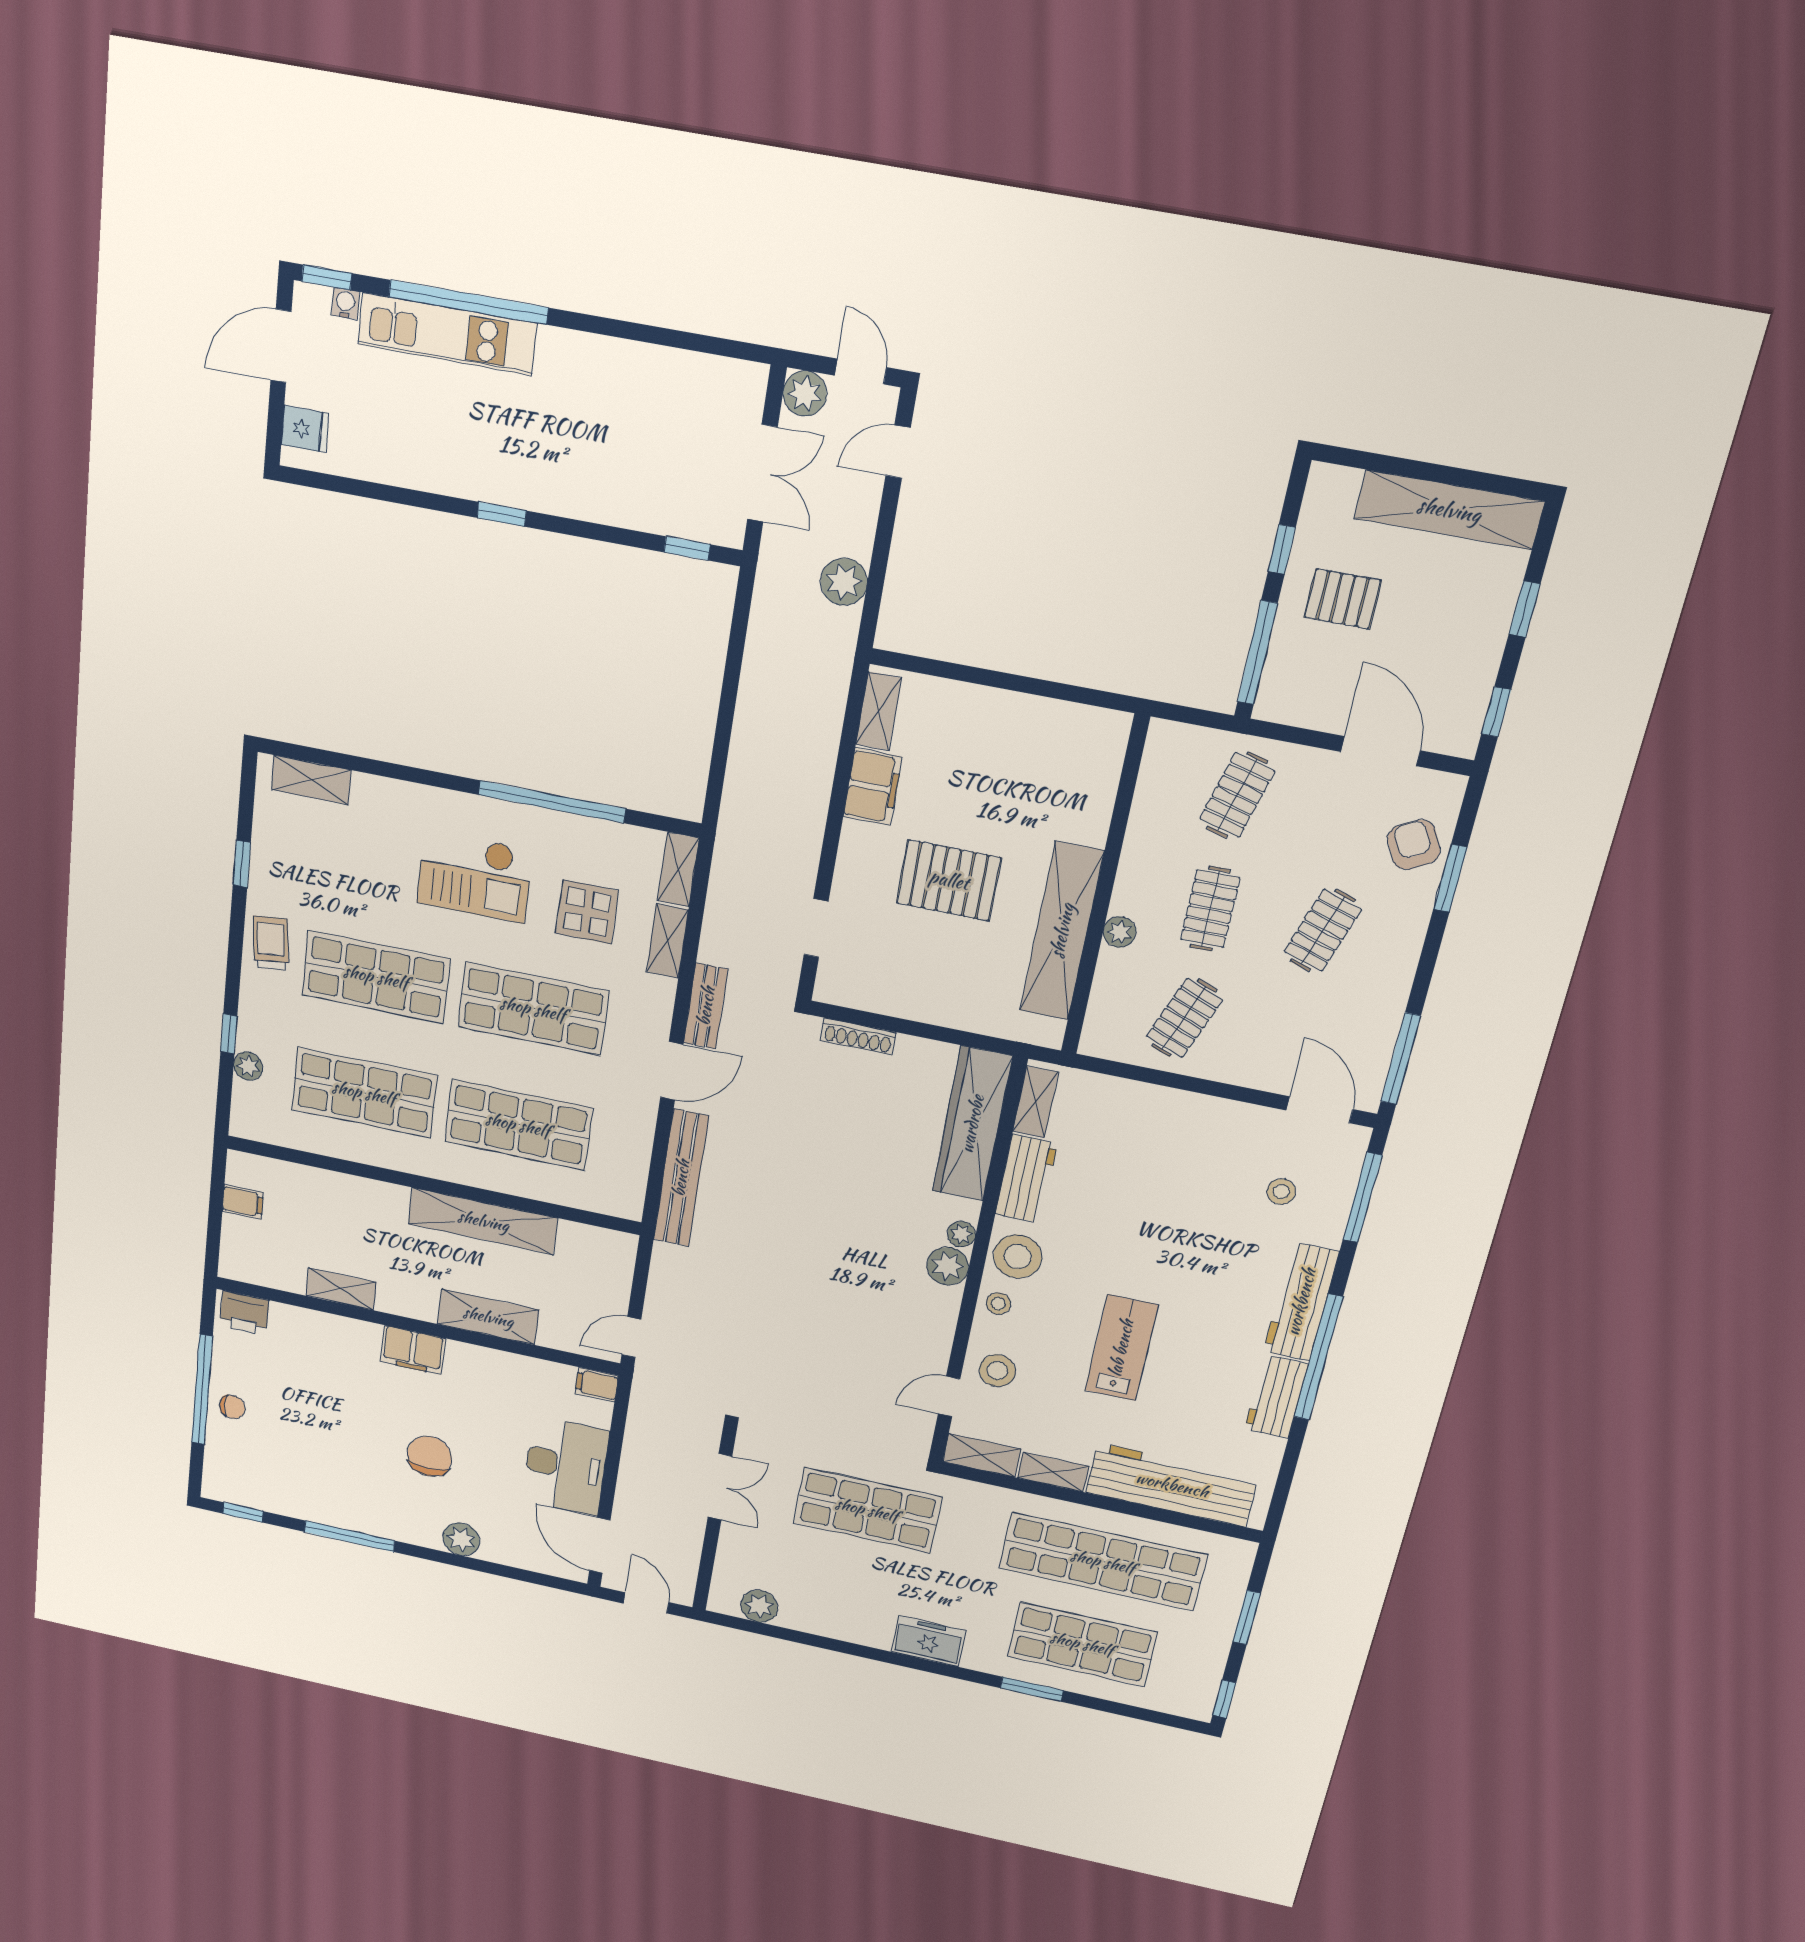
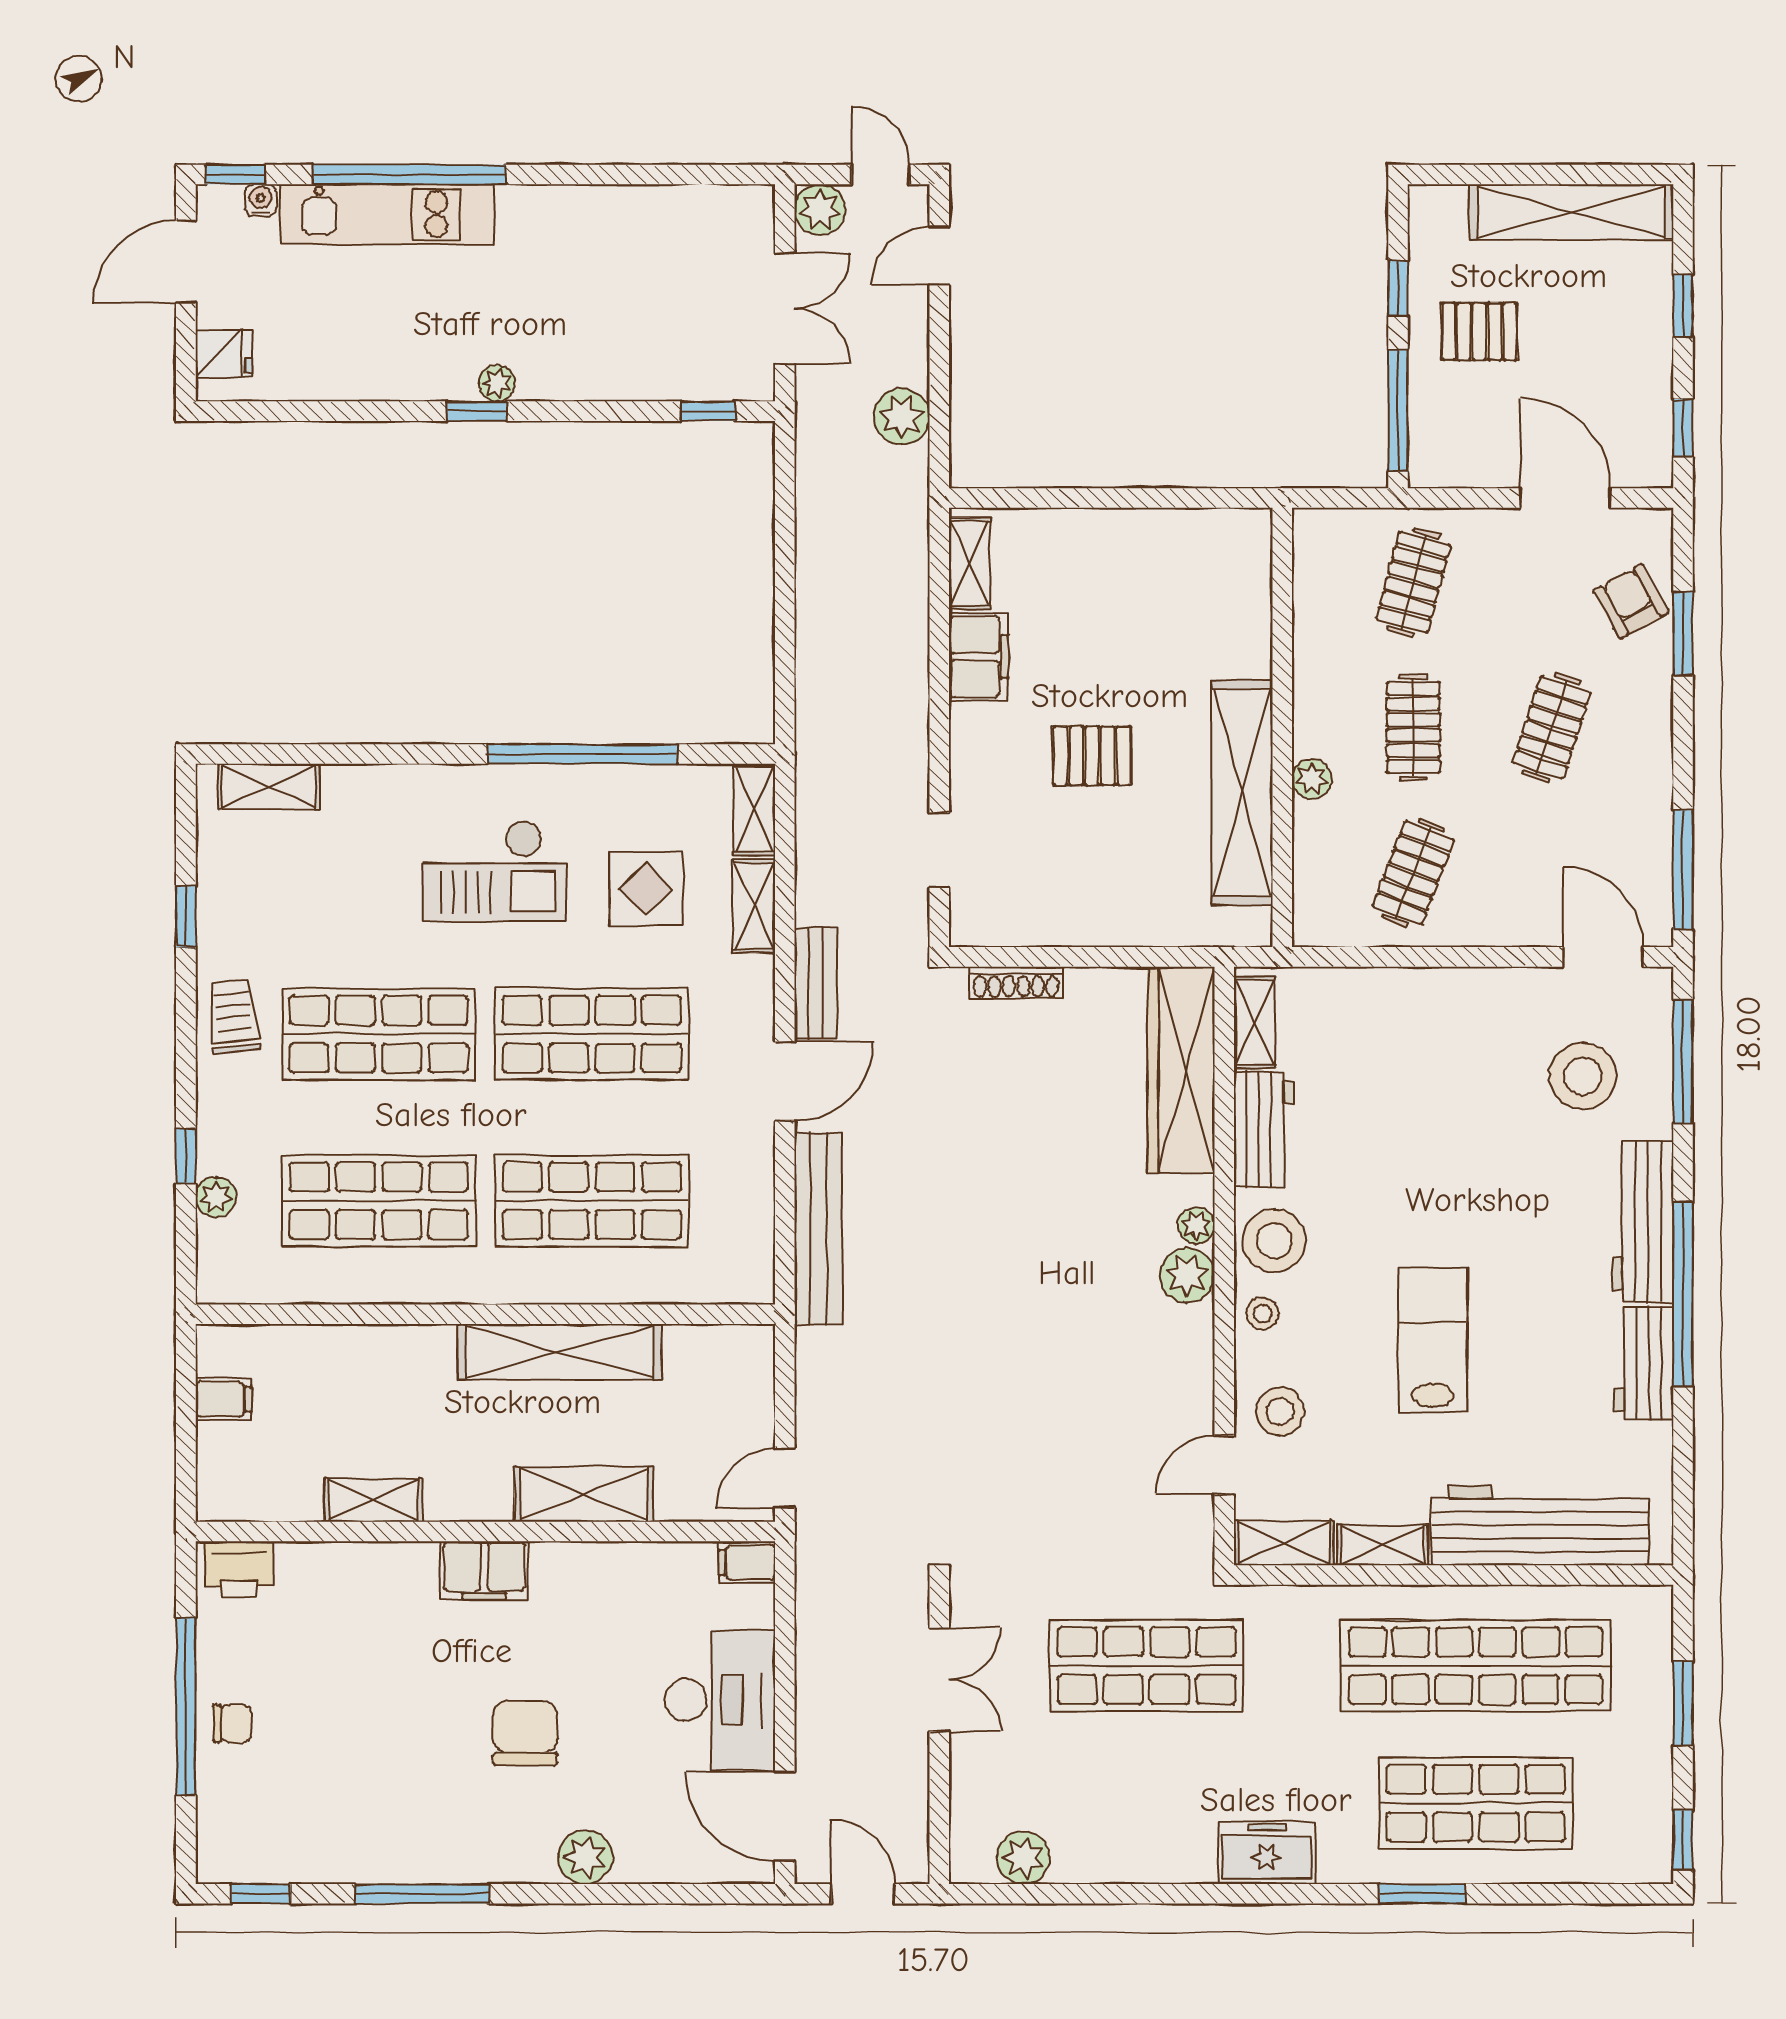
plant: (520, 494) -> (497, 383), added
pallet: (949, 880) -> (1092, 756), width x0.67, depth x0.71
stool: (1281, 1192) -> (1583, 1076), width x1.89, depth x1.89

